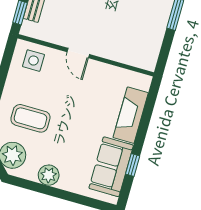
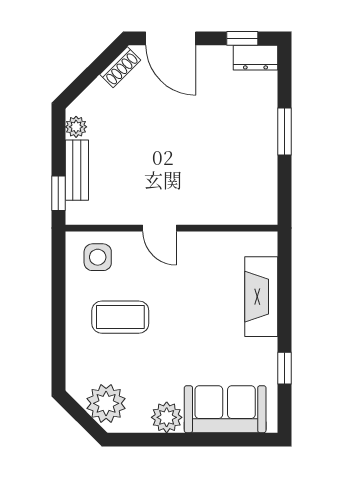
coffee table: (30, 118) -> (120, 317), moved
sofa: (111, 167) -> (225, 409), moved, turned 90

